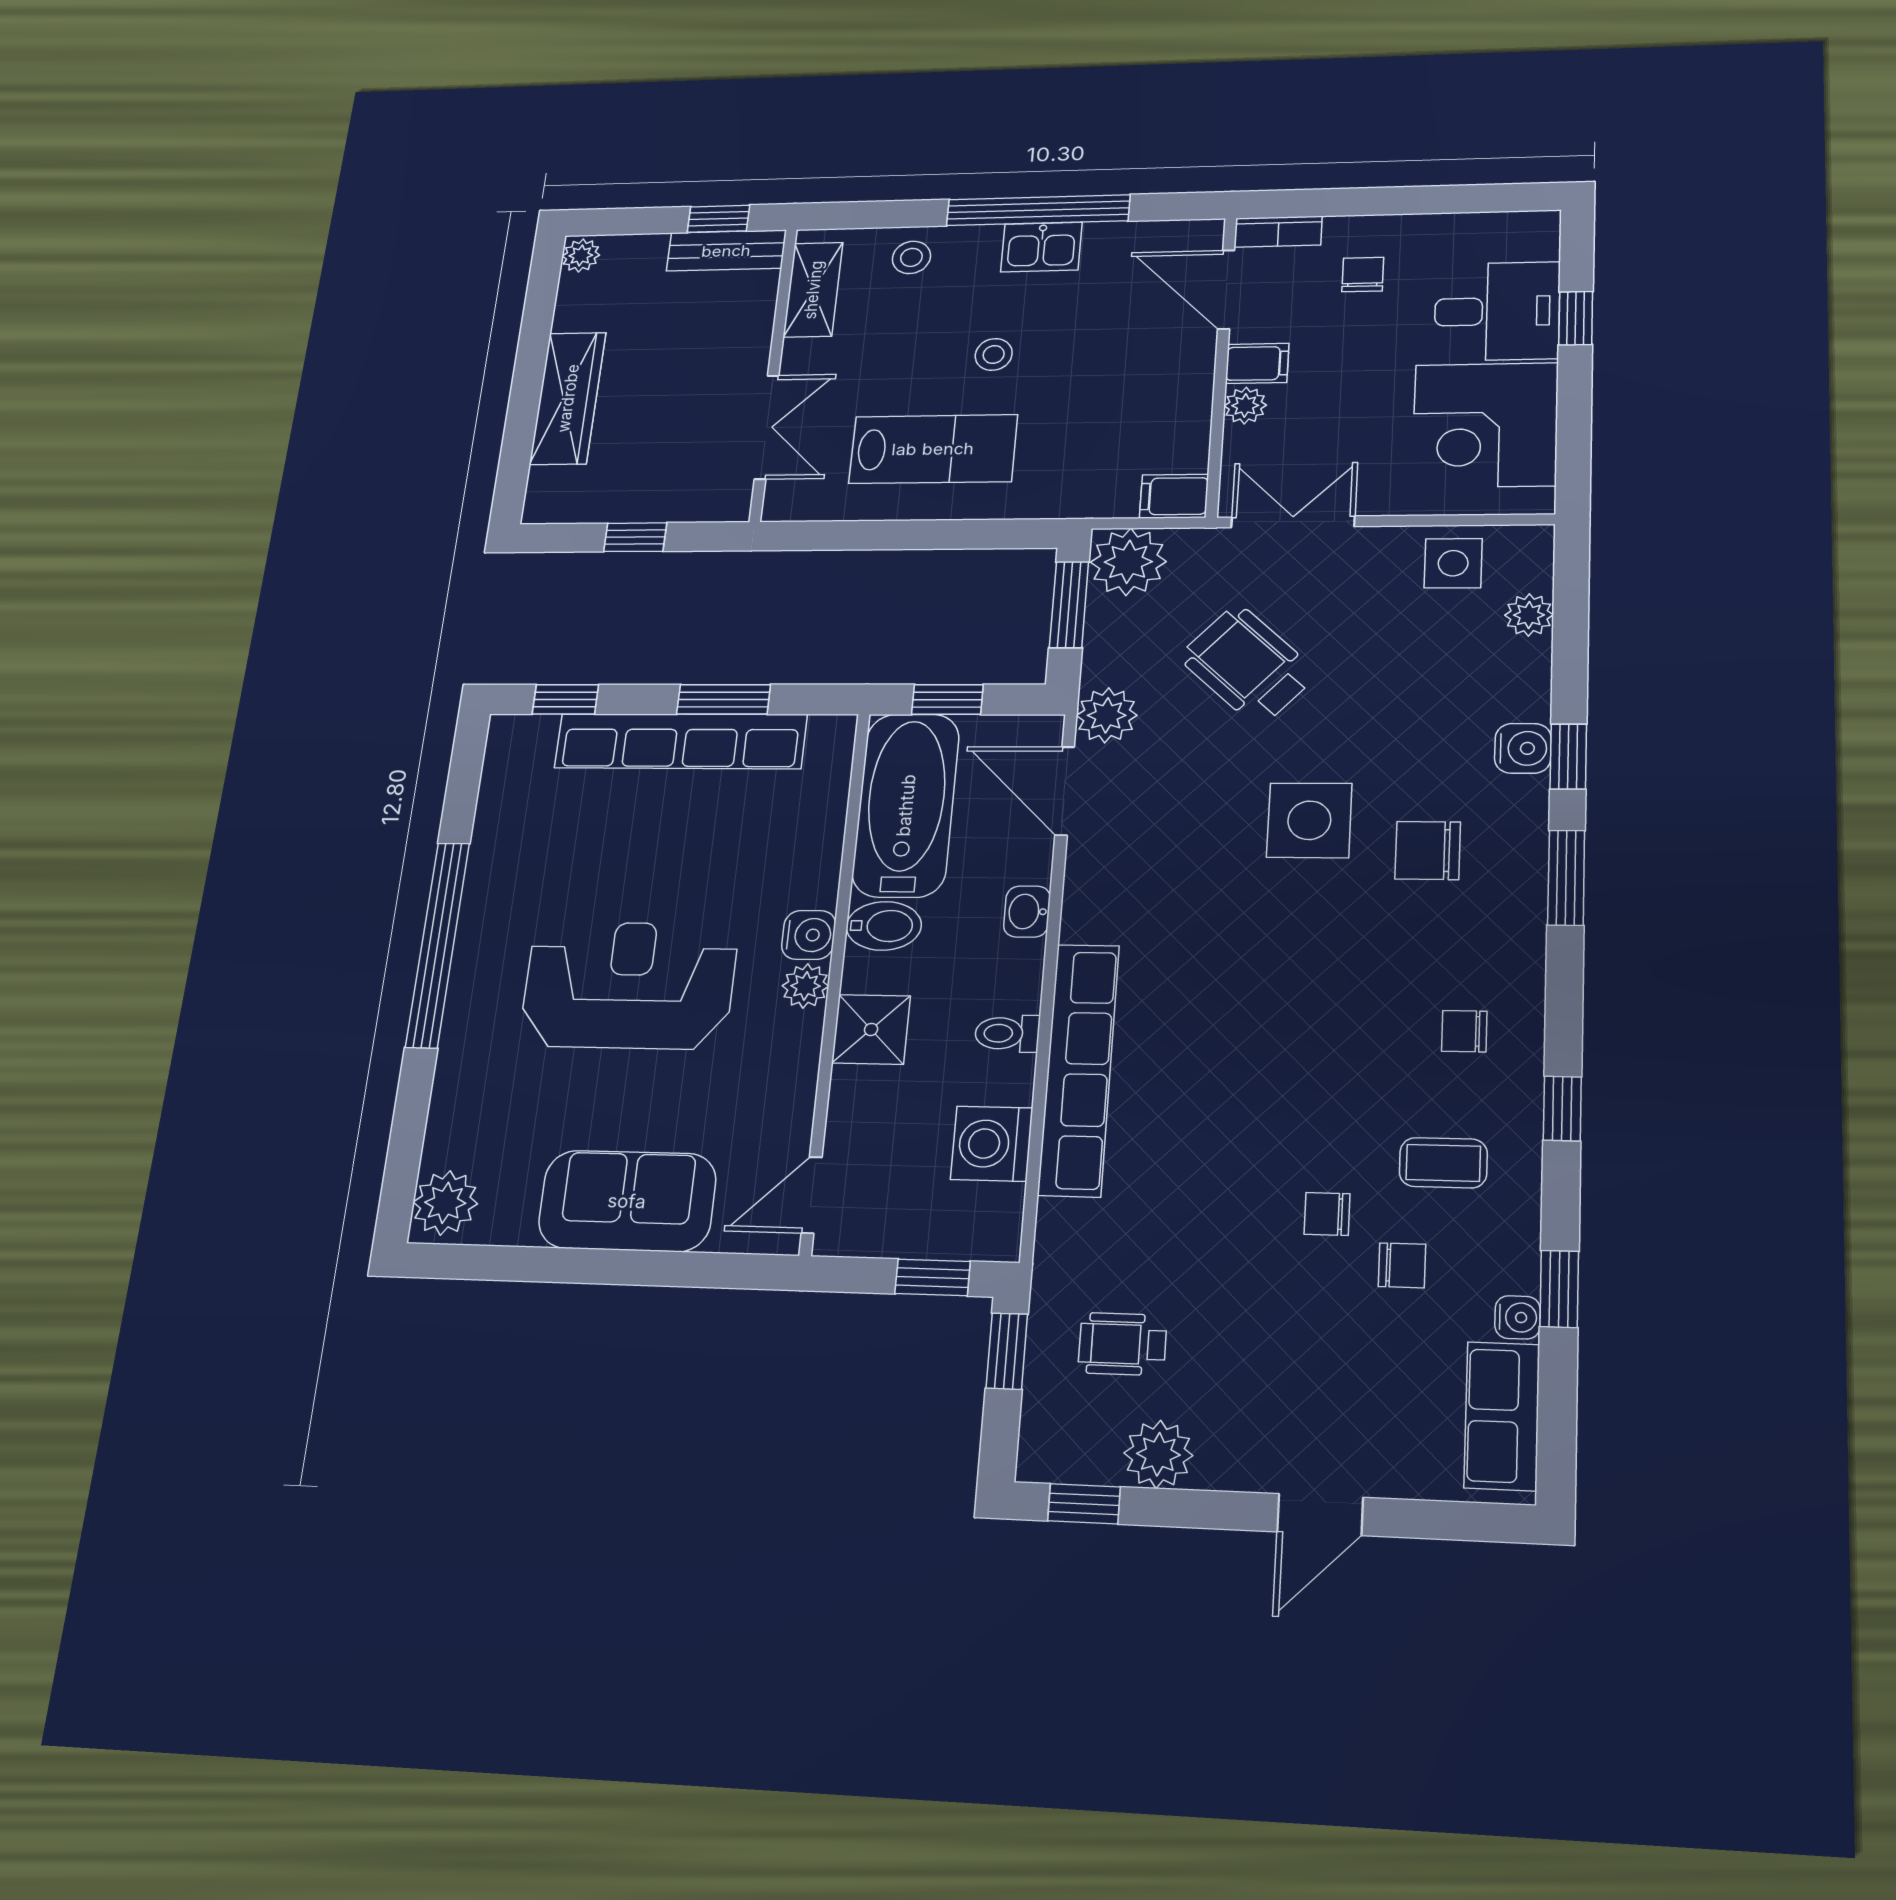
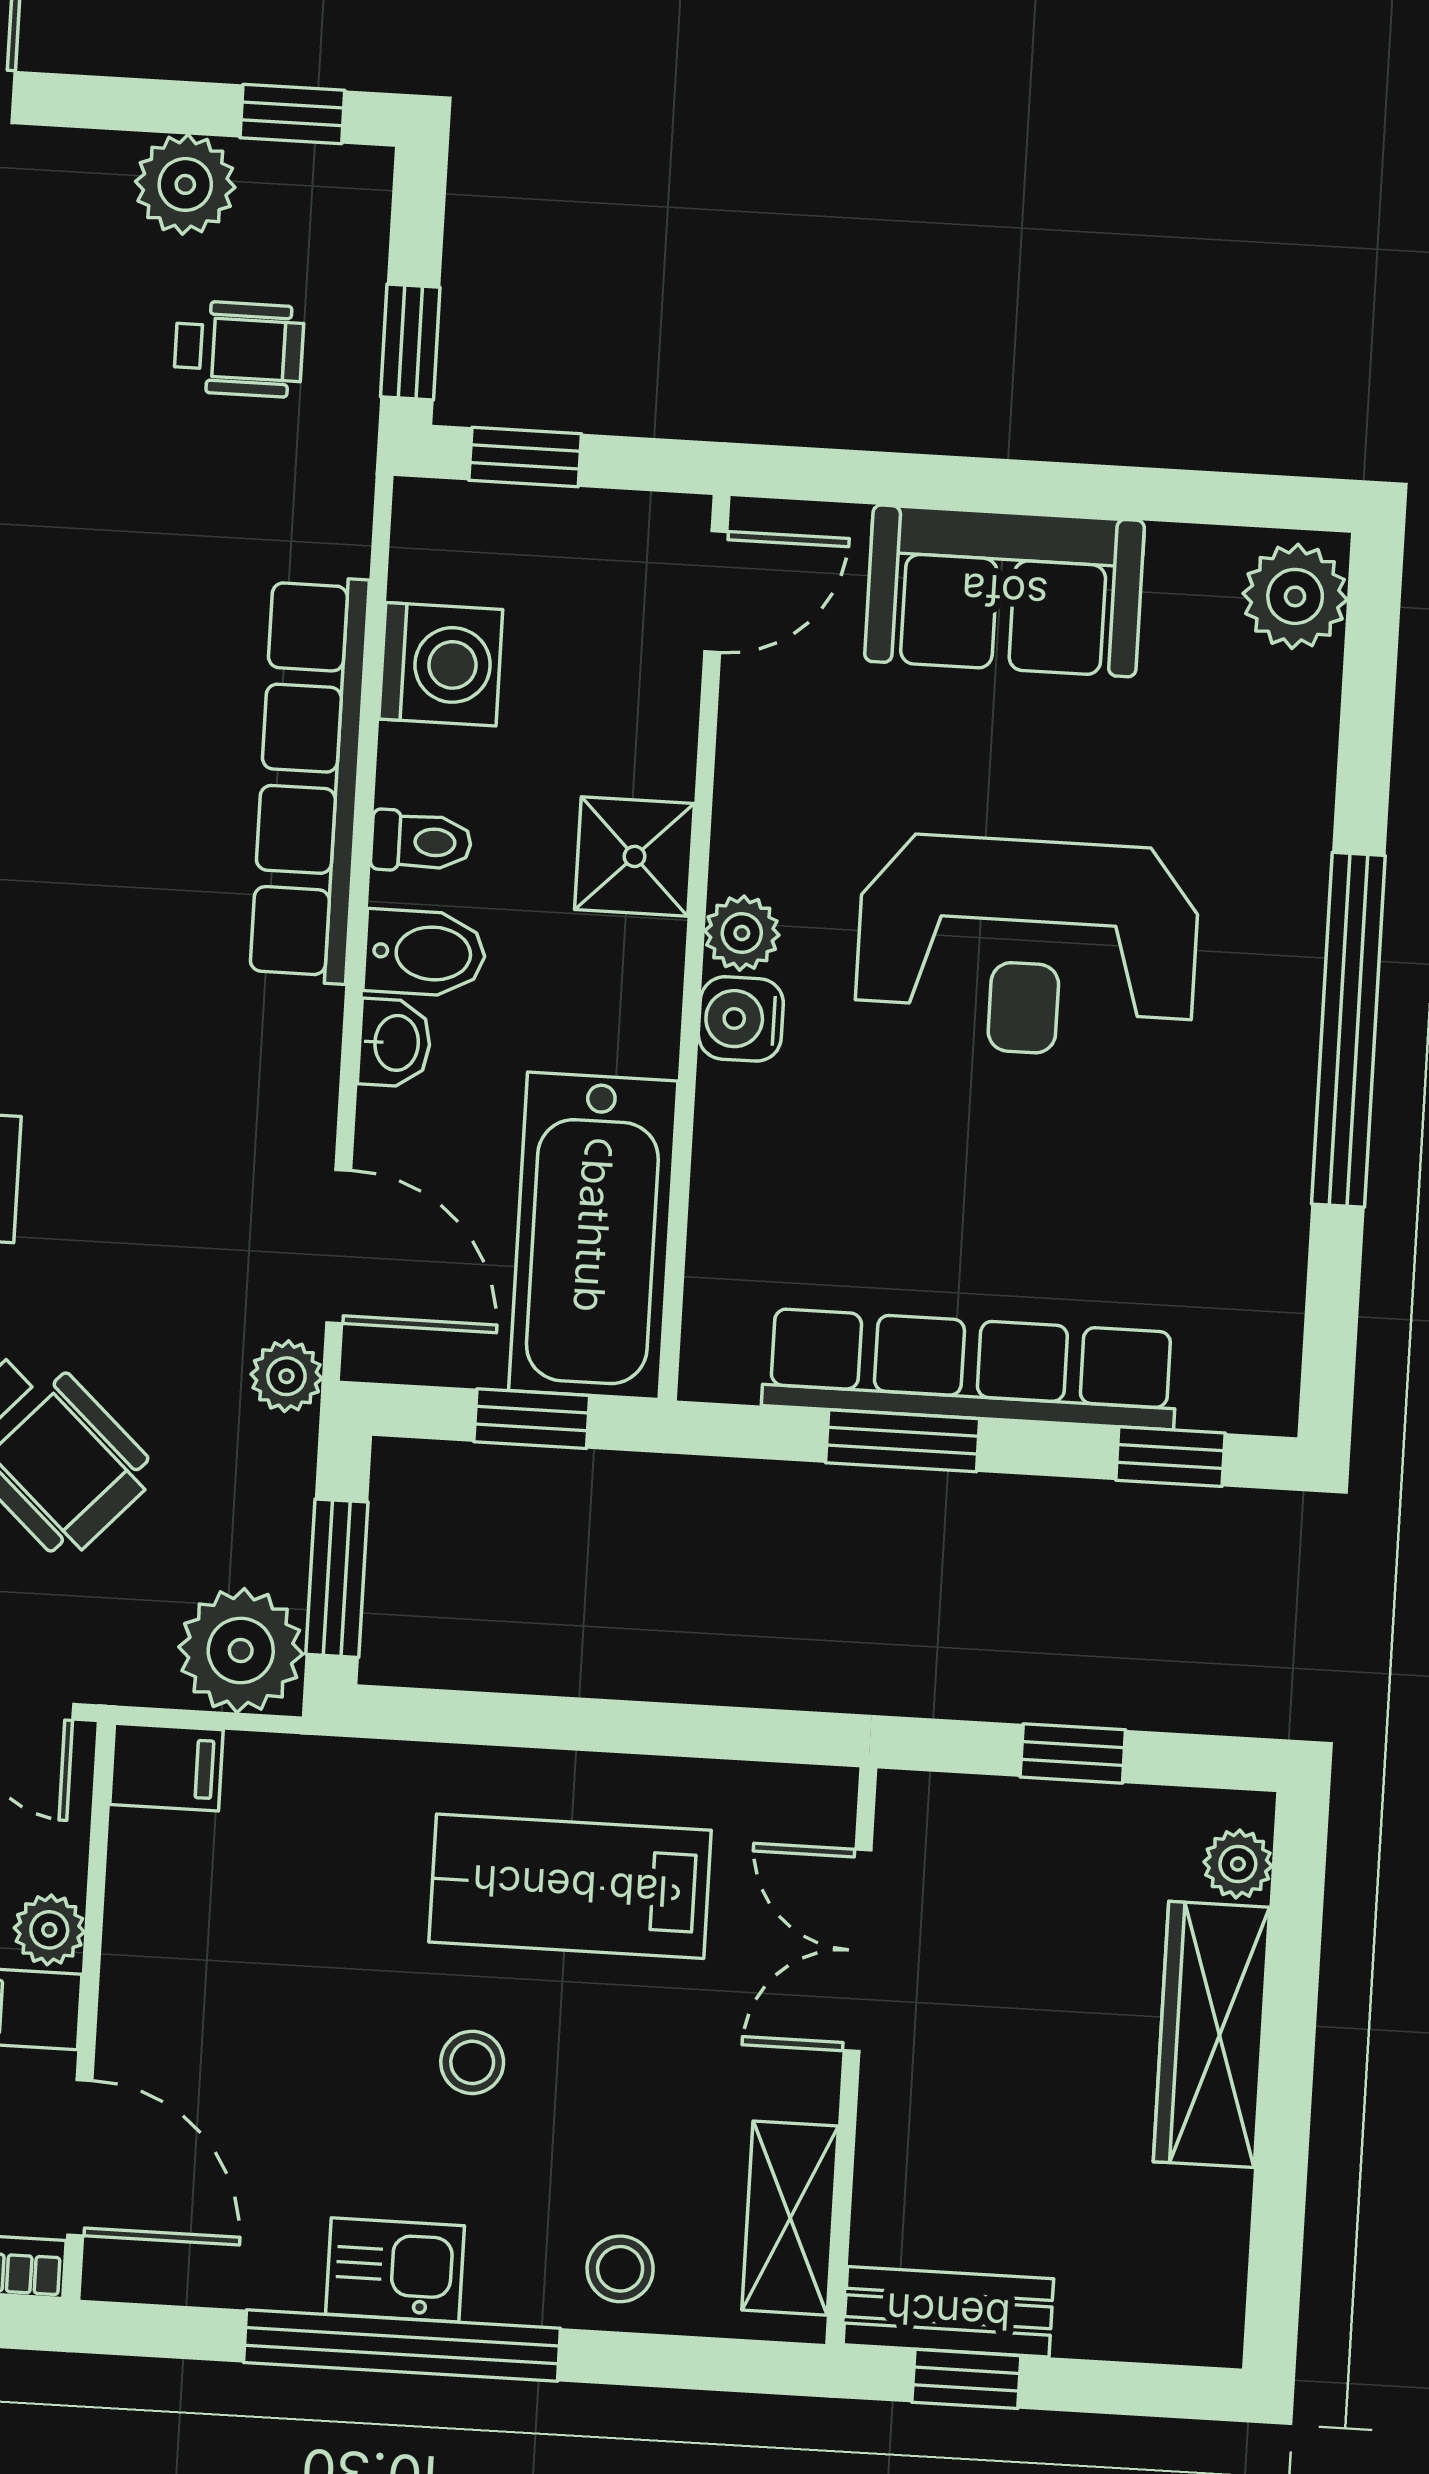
plant: (581, 255) -> (1238, 1864), moved
plant: (1107, 715) -> (286, 1376), width x0.73, depth x0.73
bidet: (884, 926) -> (425, 953), moved, turned 180

